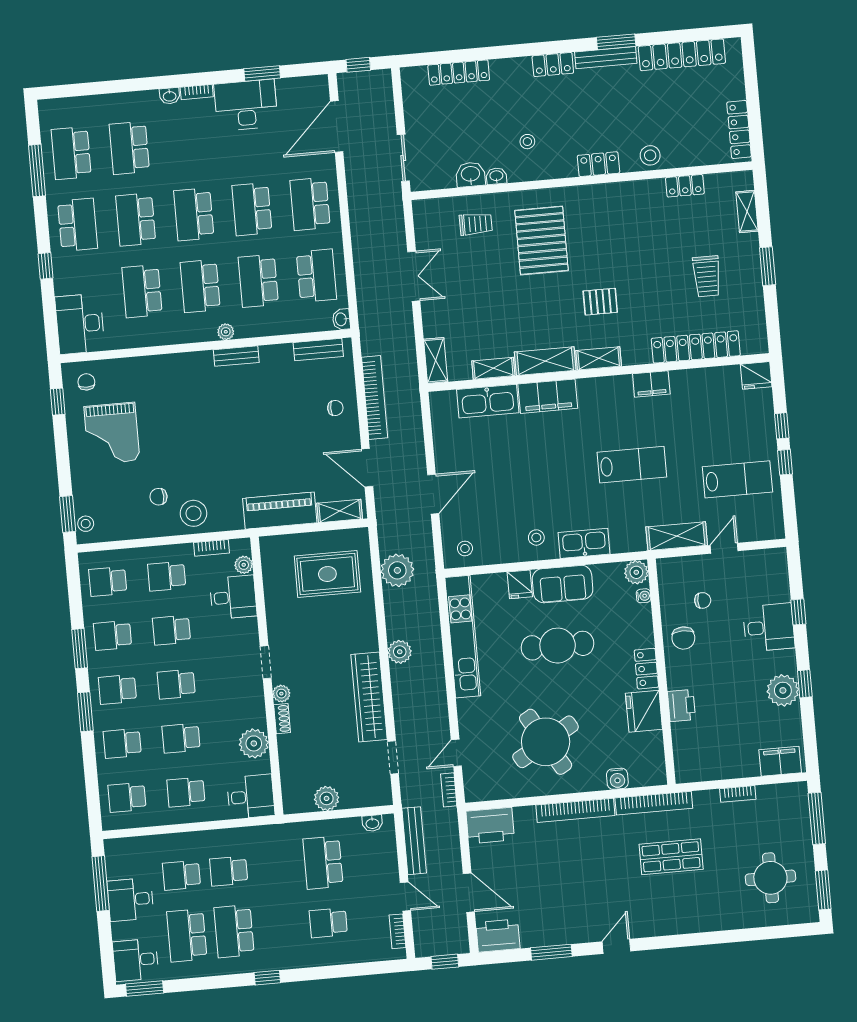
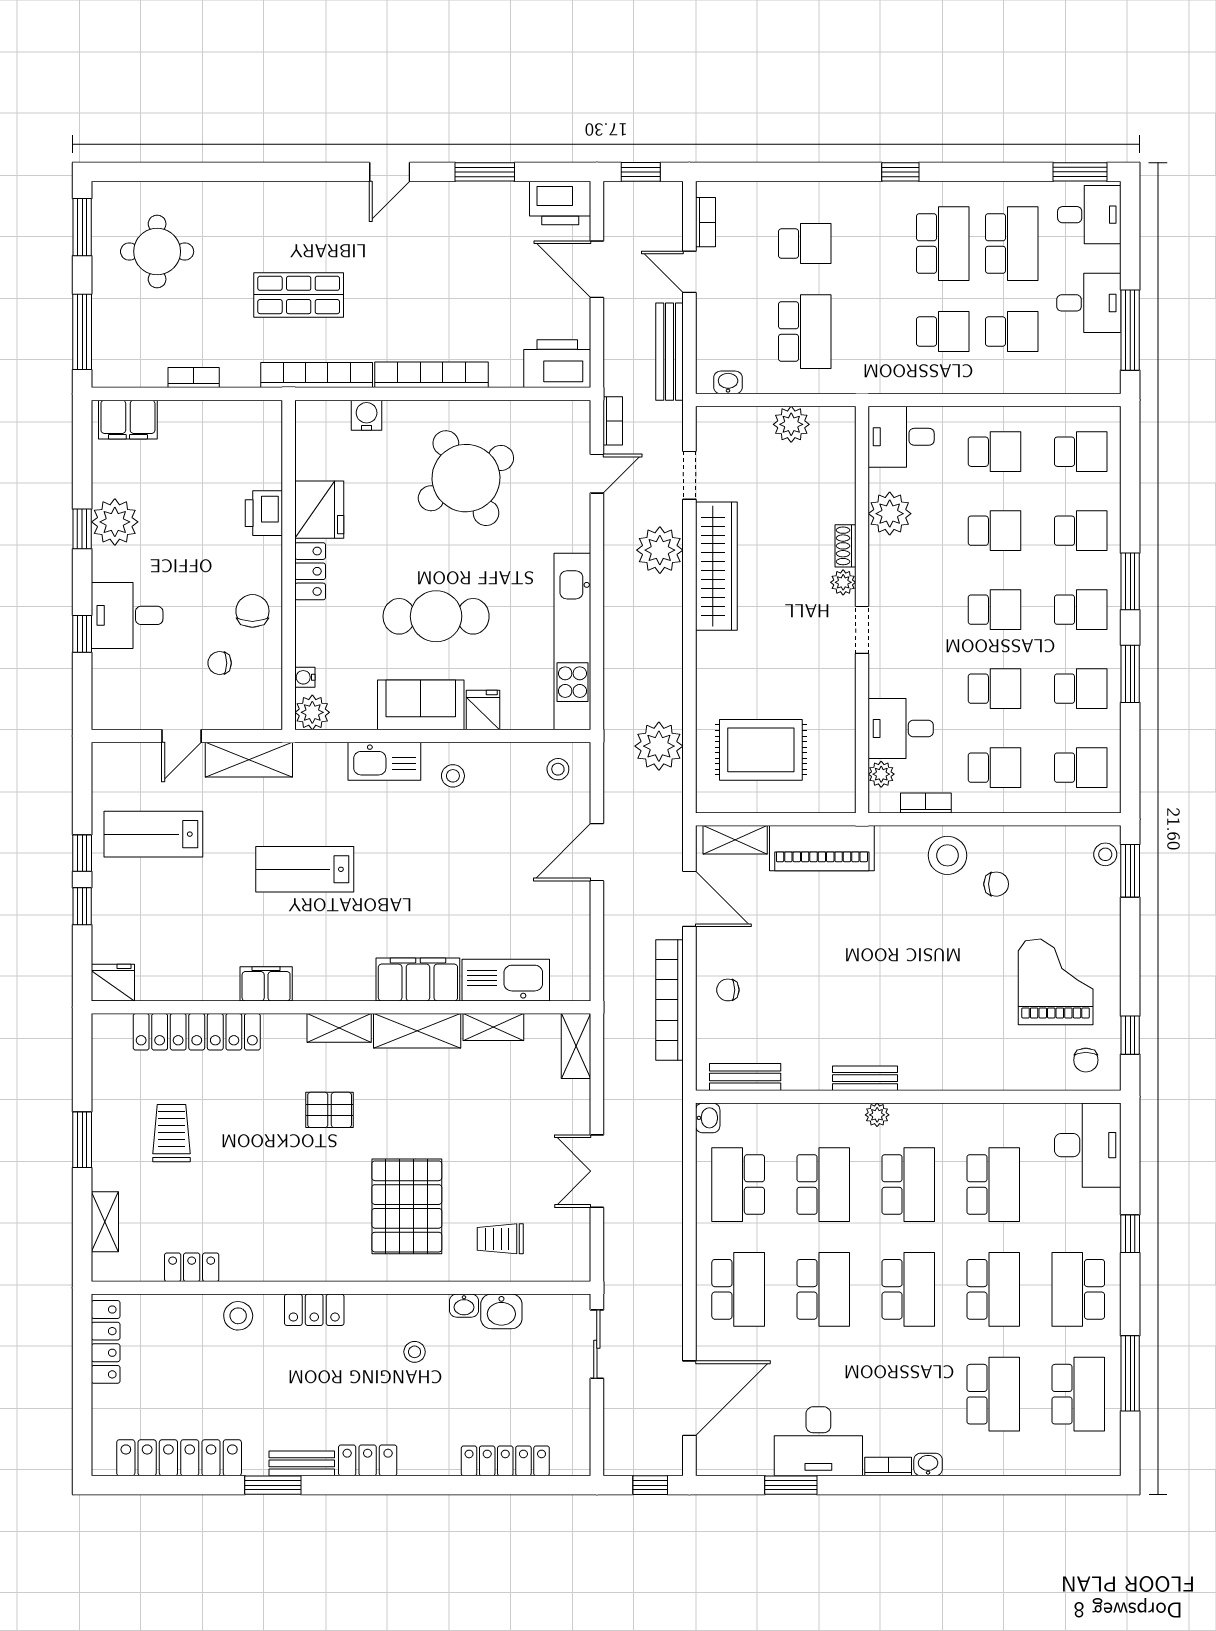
bench: (606, 58) -> (302, 1463), width x0.73
plant: (400, 652) -> (660, 550), moved, width x1.36, depth x1.36

